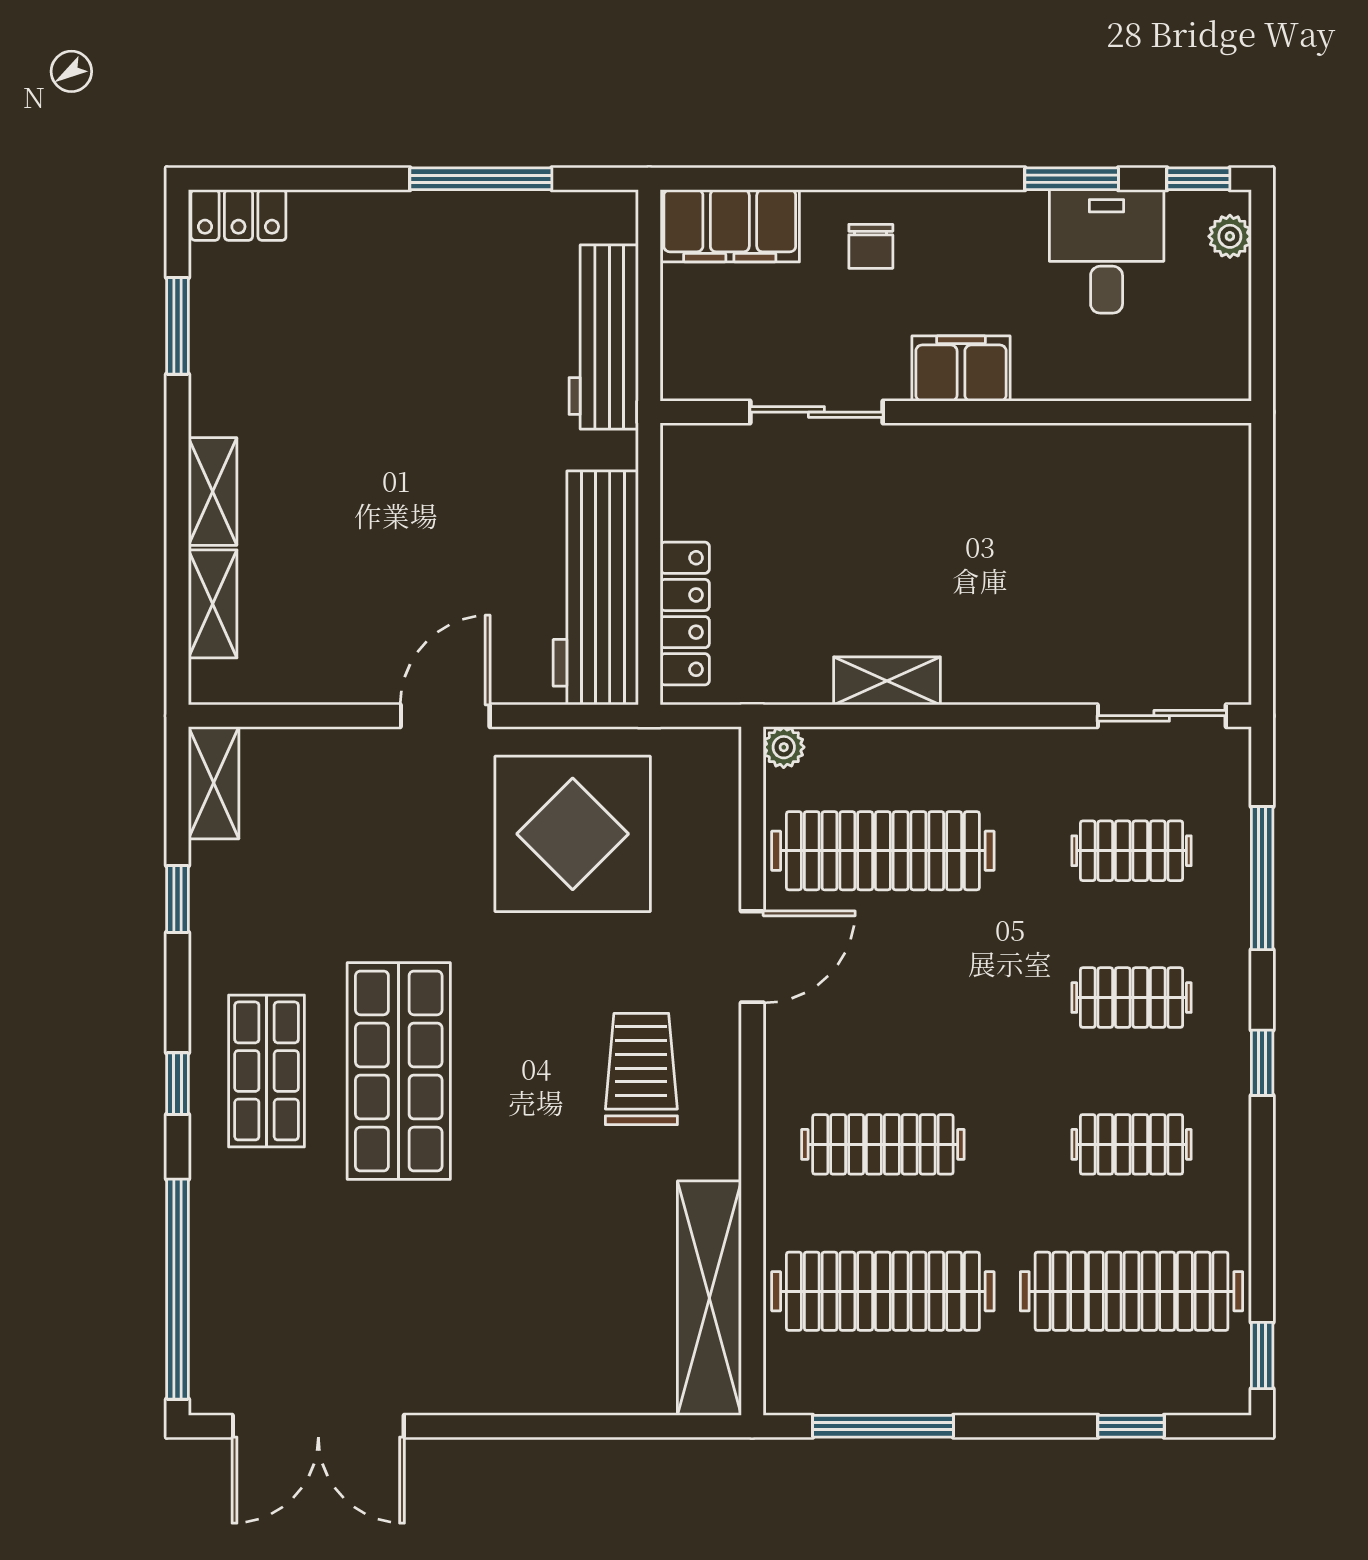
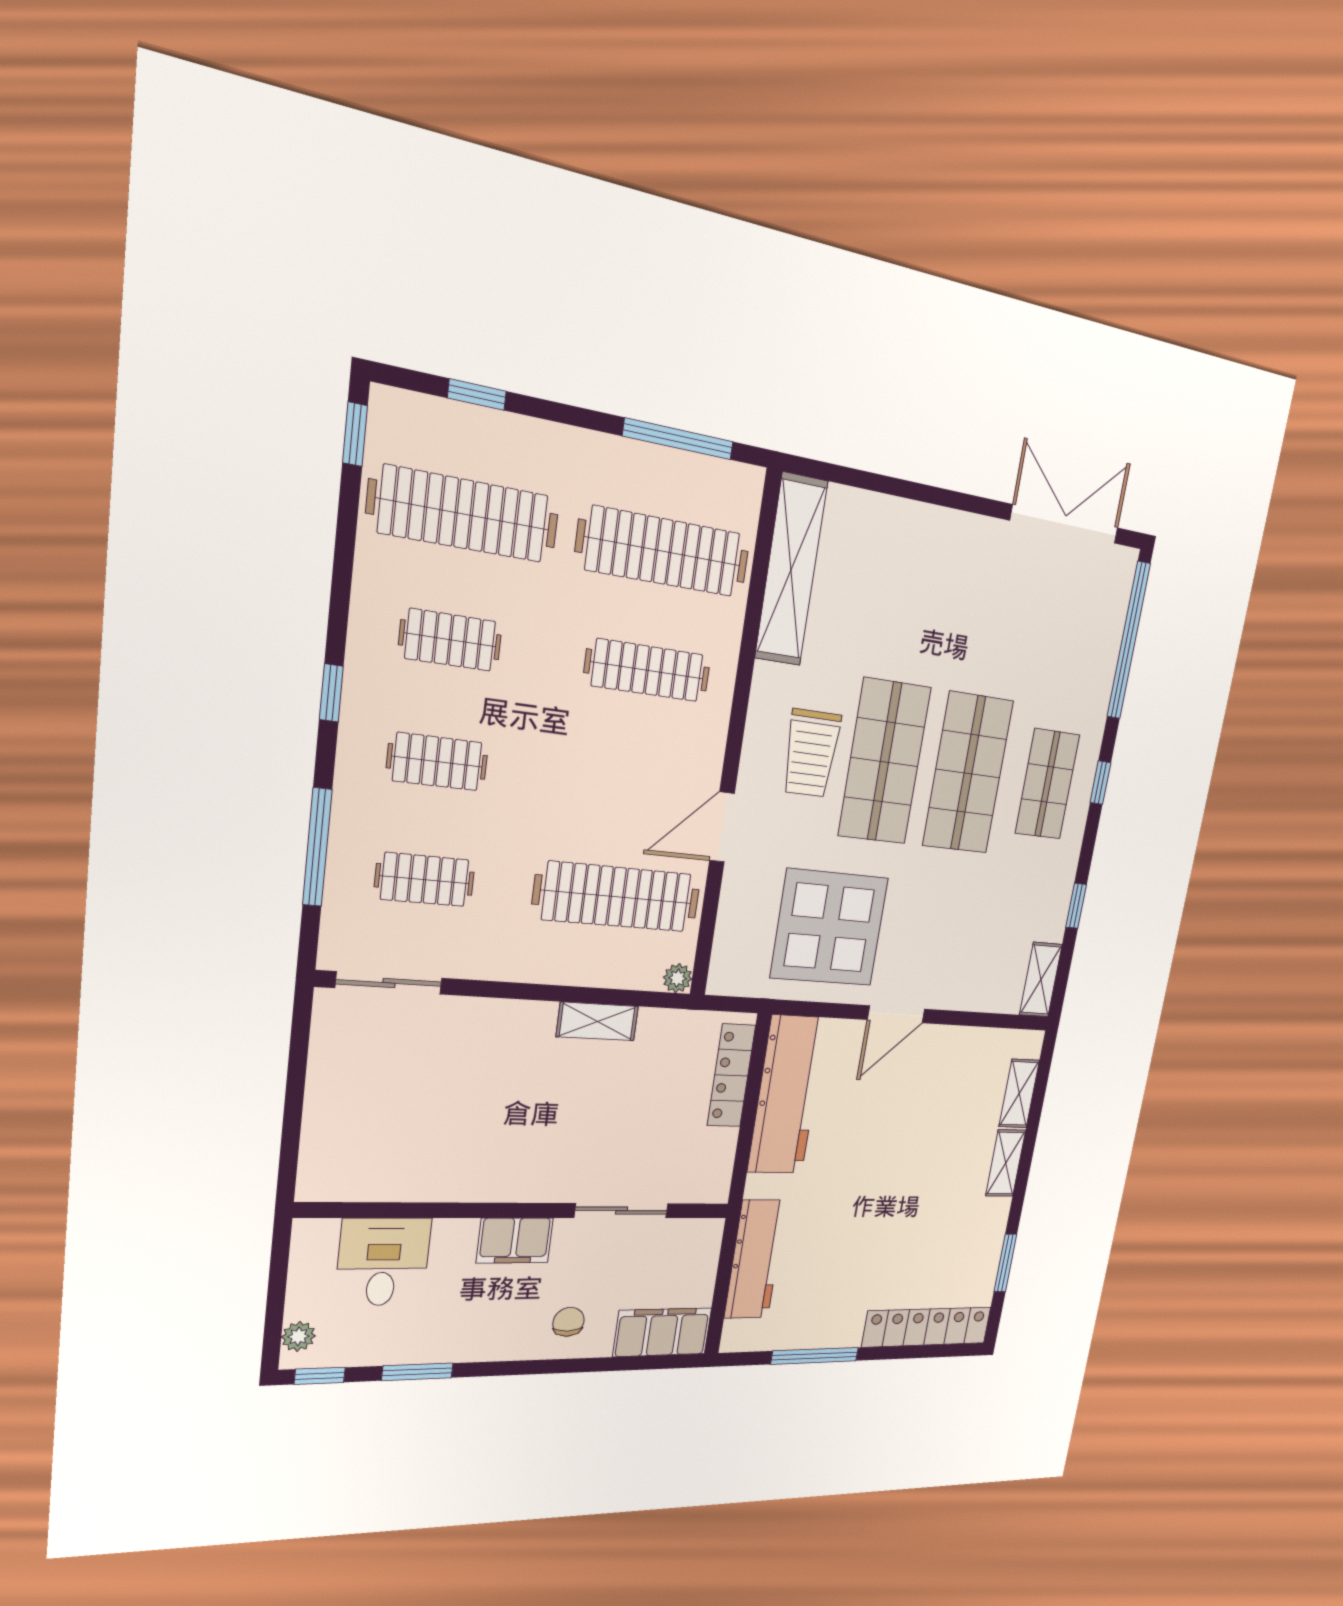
locker: (238, 215) -> (927, 1327), width x2.16, depth x1.21
desk: (1107, 251) -> (383, 1262), moved, turned 180
shop shelf: (531, 1071) -> (884, 762), added

